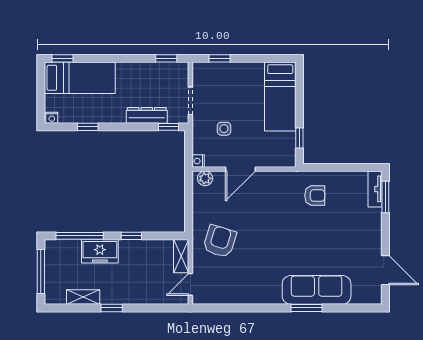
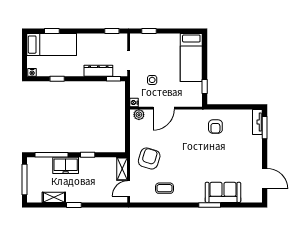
window: (63, 58) -> (52, 31), moved
armchair: (315, 196) -> (215, 127), turned 90
coffee table: (242, 284) -> (165, 188), added
sofa: (317, 290) -> (223, 192), width x0.73

